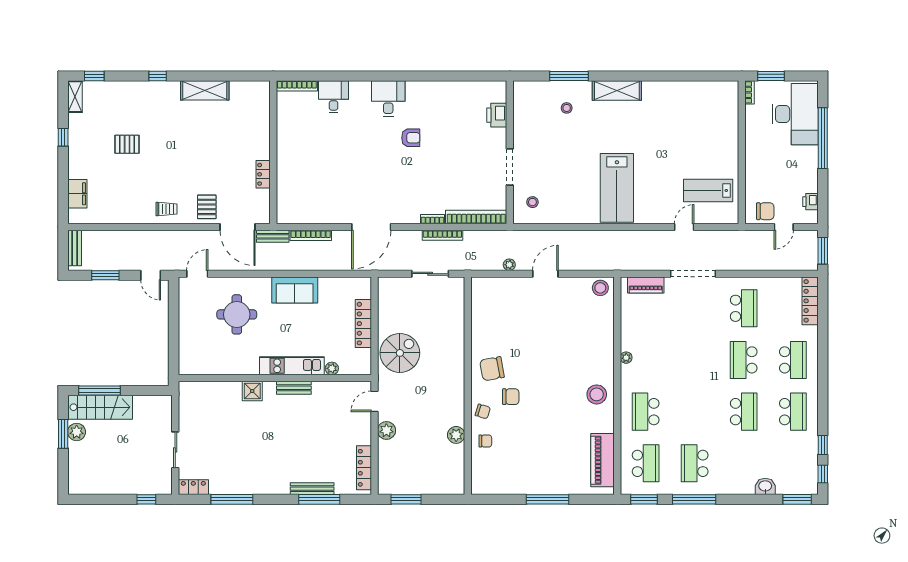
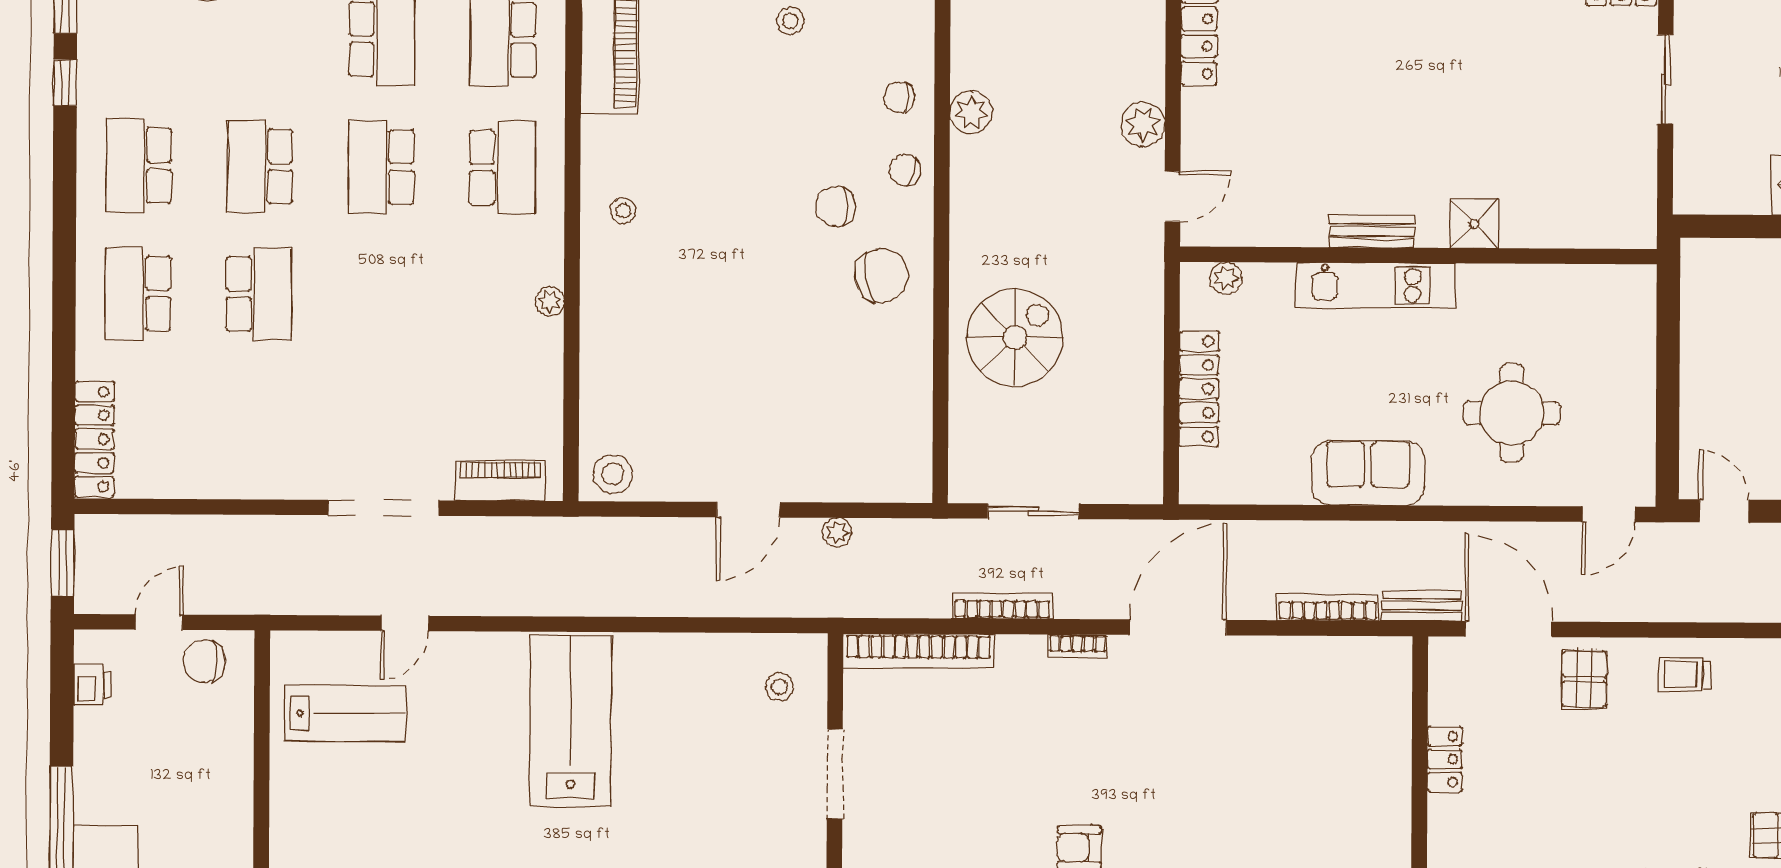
bookcase: (432, 219) -> (1077, 646), moved
school desk: (744, 308) -> (381, 167), moved
spiral stairs: (400, 353) -> (1015, 338), moved, turned 180
plant: (332, 368) -> (1226, 278), moved
stool: (597, 394) -> (623, 211), width x0.53, depth x0.53
stool: (529, 472) -> (790, 21), added

